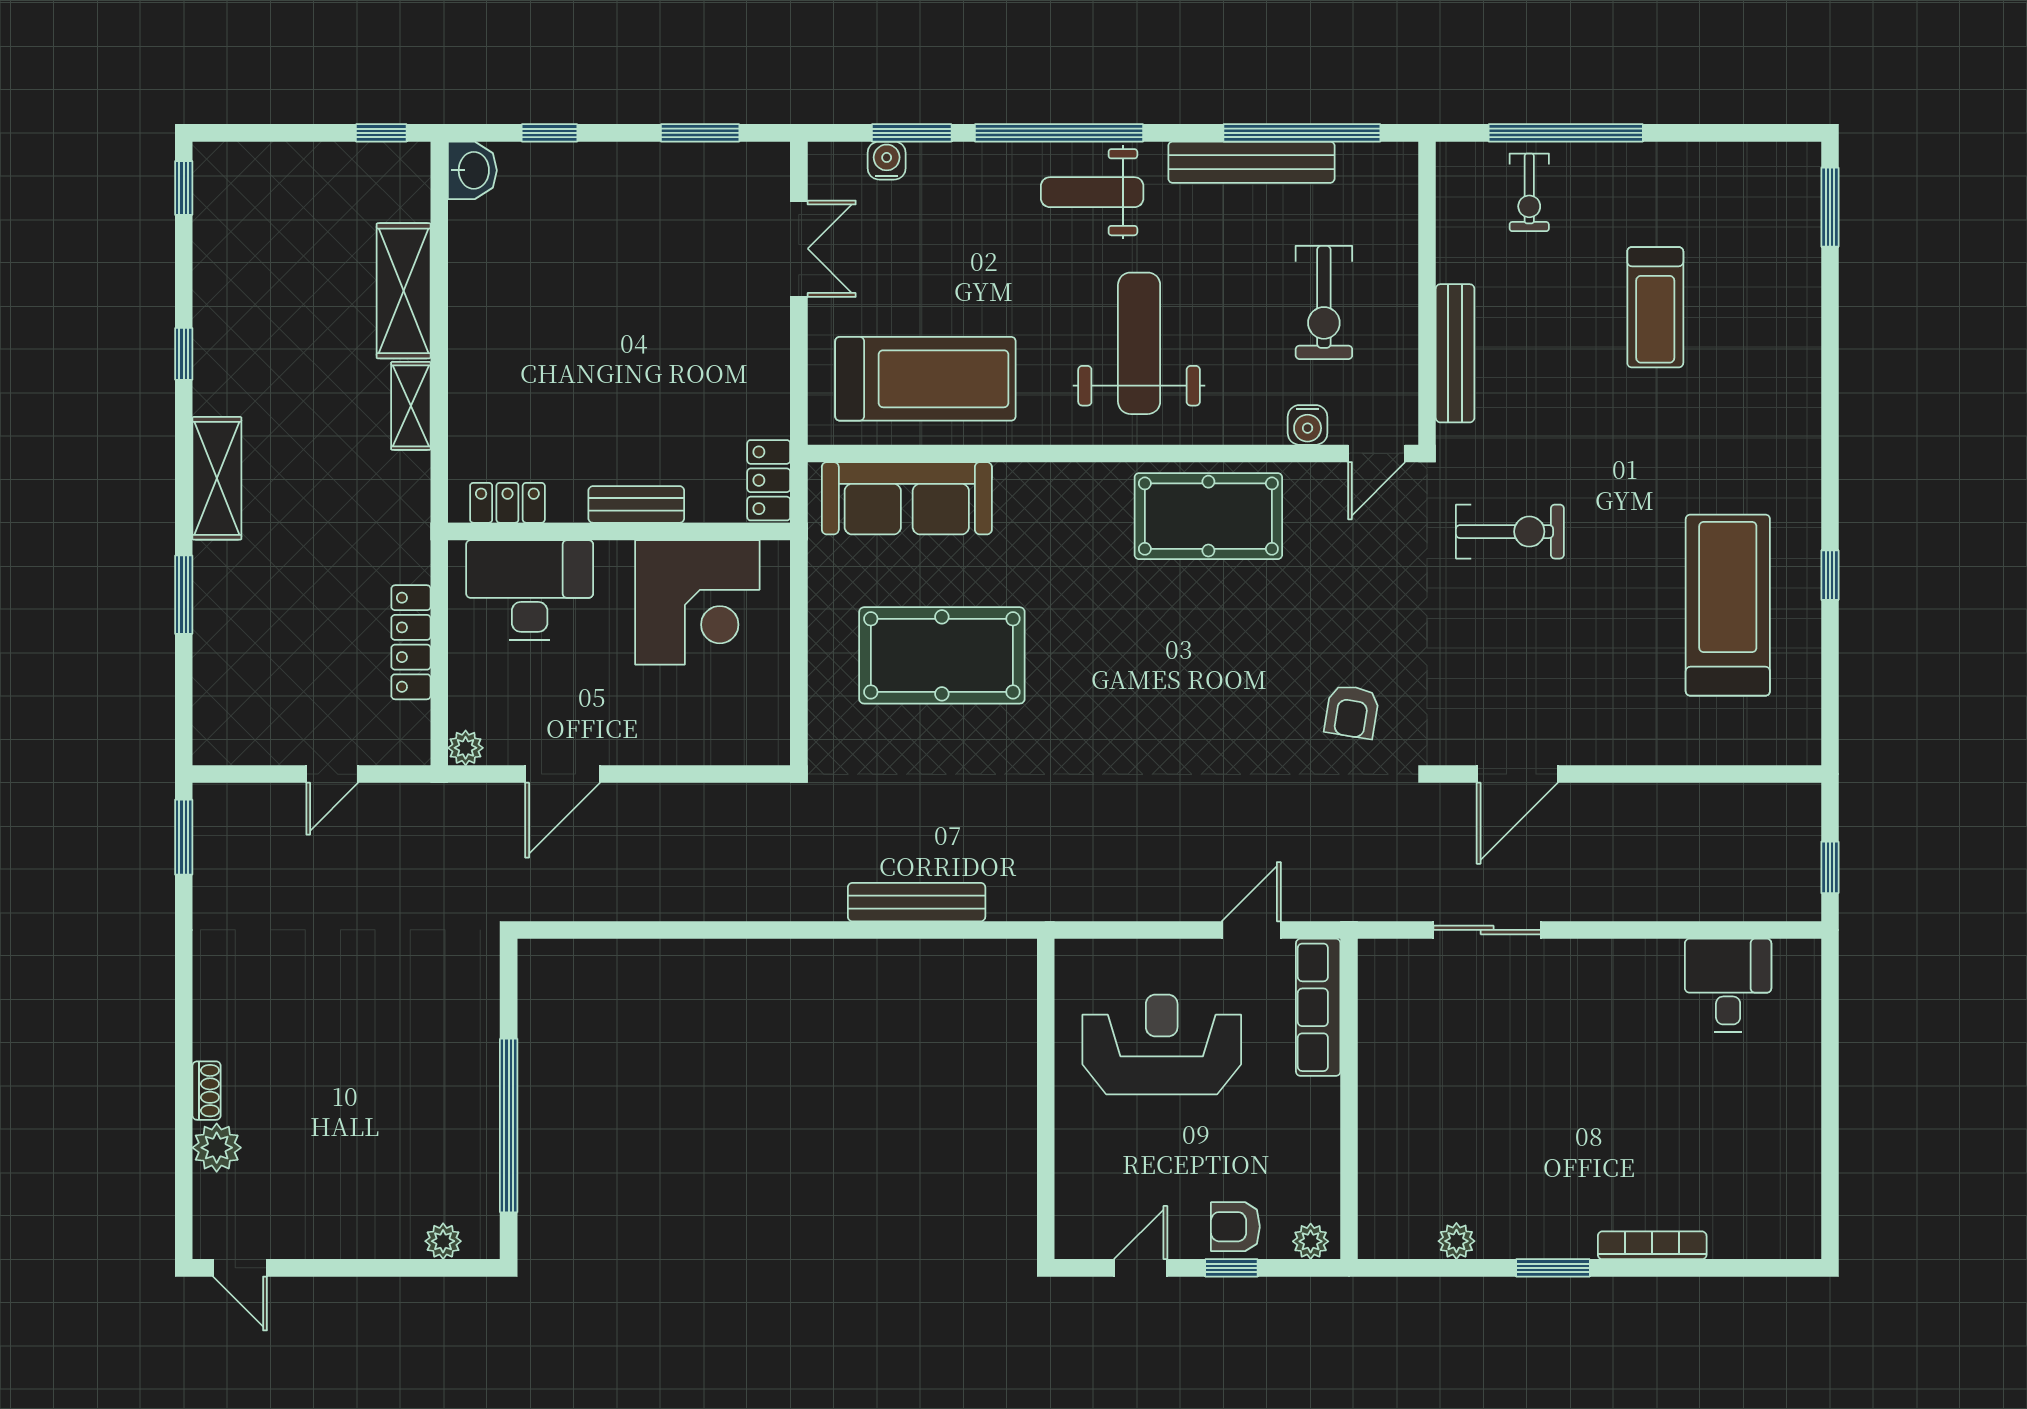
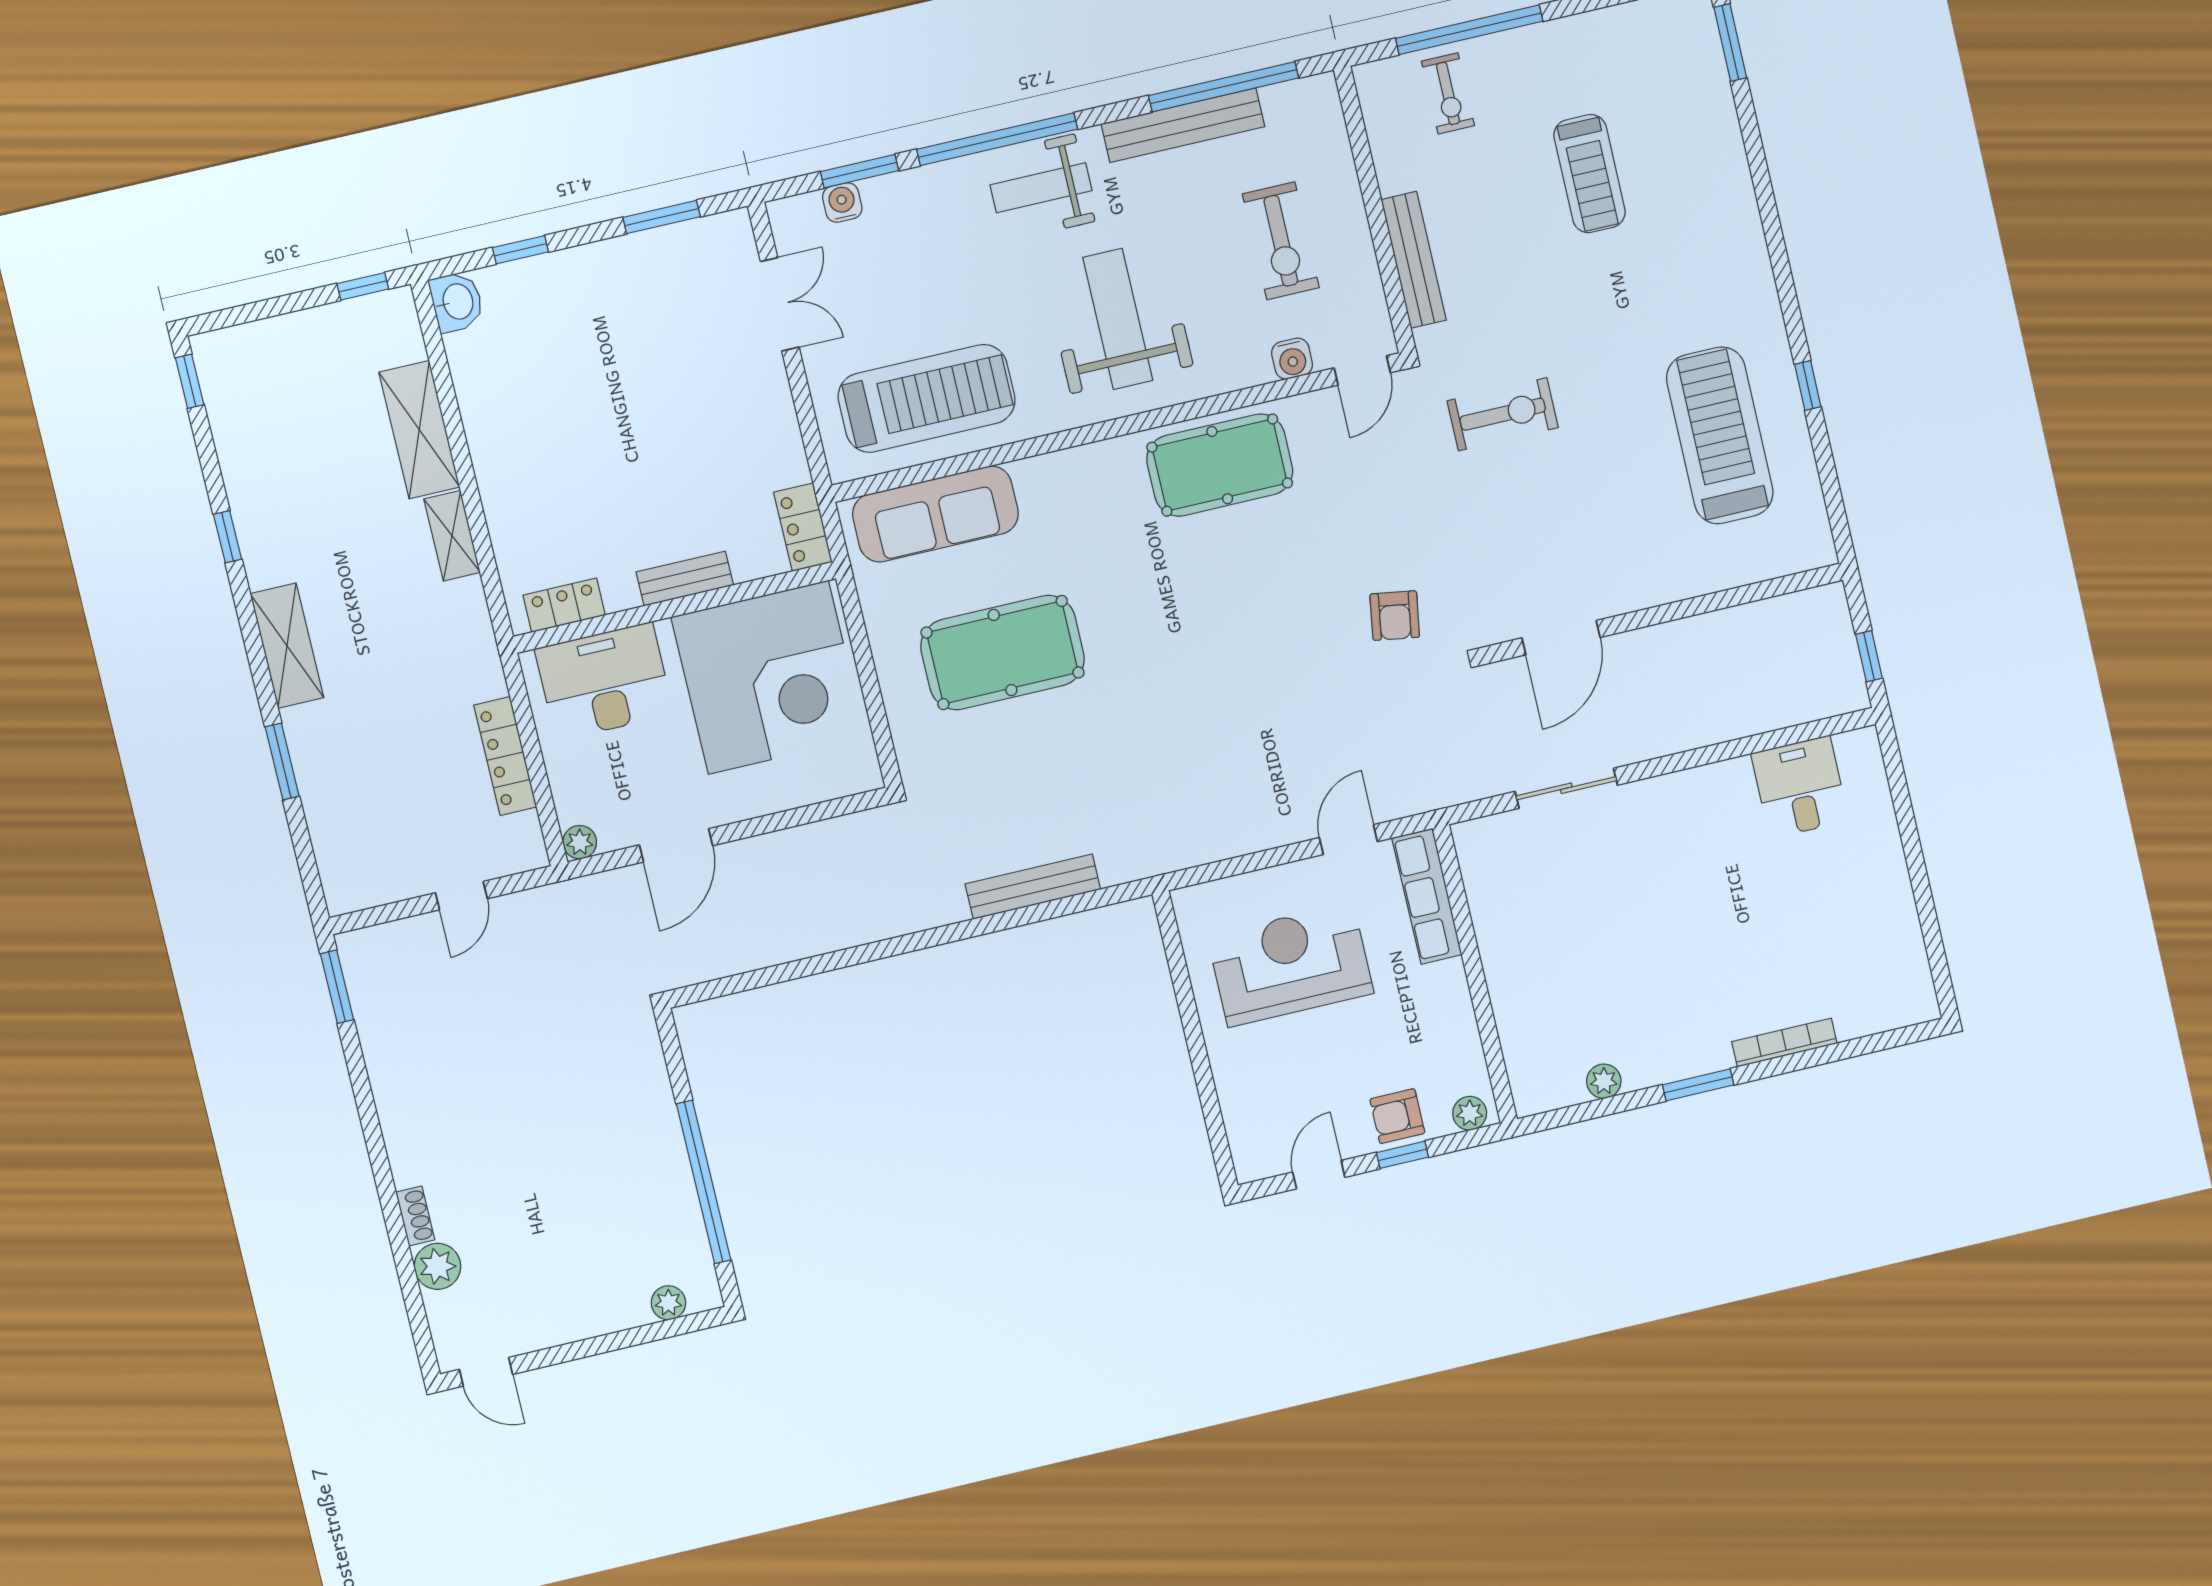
corner desk: (697, 602) -> (768, 677), width x1.36, depth x1.36

